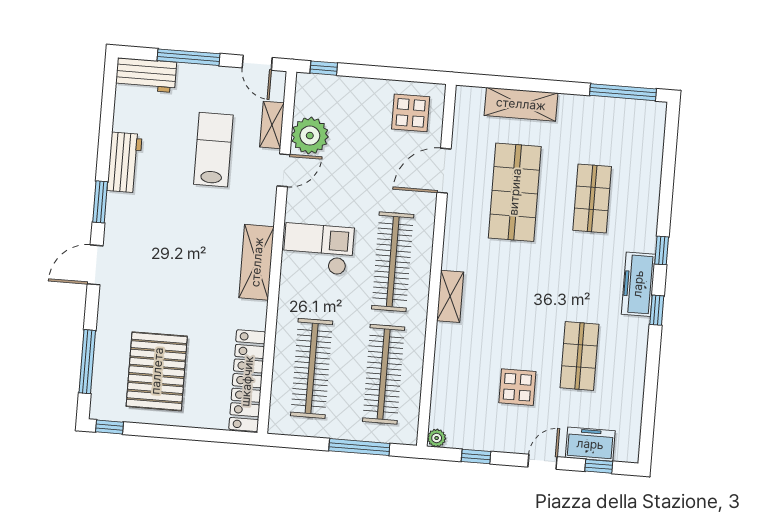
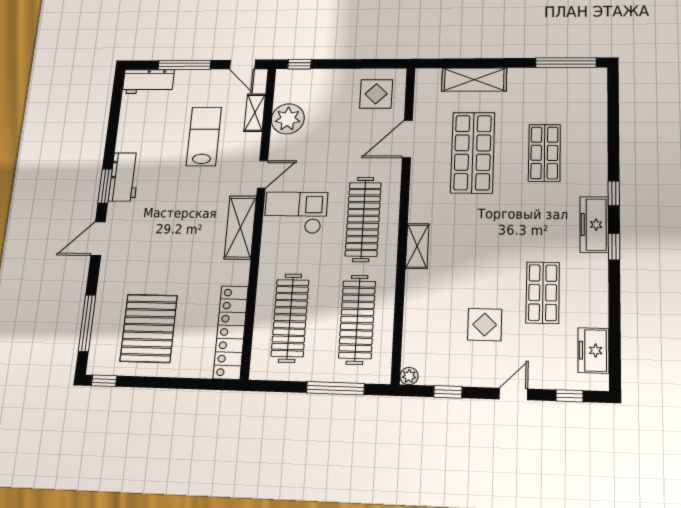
workbench: (125, 162) -> (124, 177), moved
door: (284, 170) -> (262, 174), moved
freezer: (590, 444) -> (593, 350), moved, turned -90

